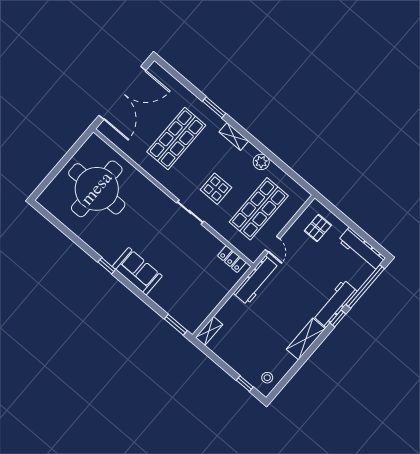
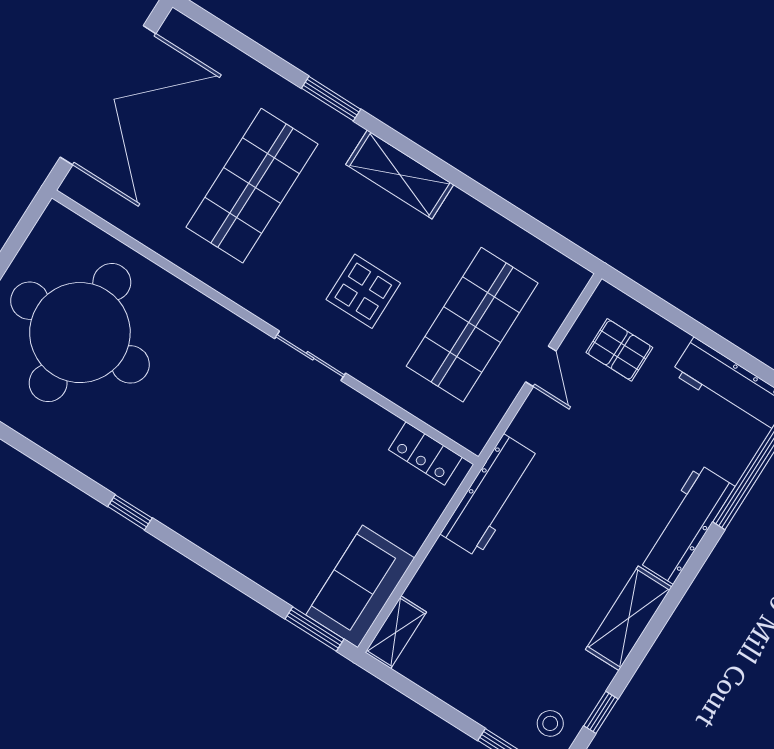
shelving: (234, 137) -> (400, 175), width x1.50, depth x1.33
plant: (261, 162) -> (462, 212), removed
pallet: (318, 228) -> (619, 350), turned 90
door: (272, 244) -> (541, 366), moved
sofa: (137, 271) -> (360, 586), moved, turned -90
window: (338, 319) -> (601, 712), moved

